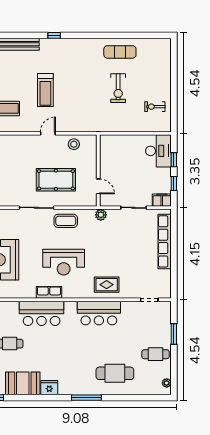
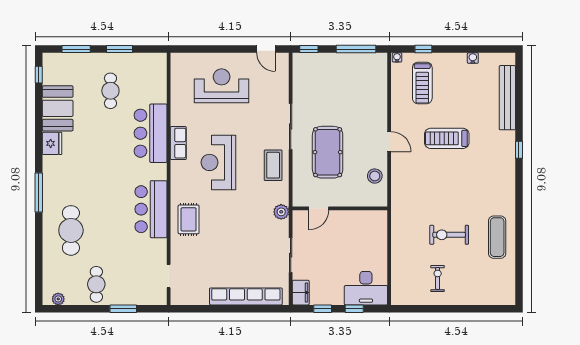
exercise bike: (155, 107) -> (438, 278), moved

